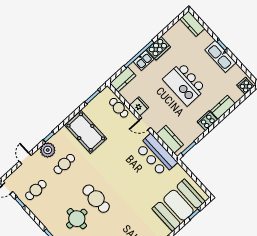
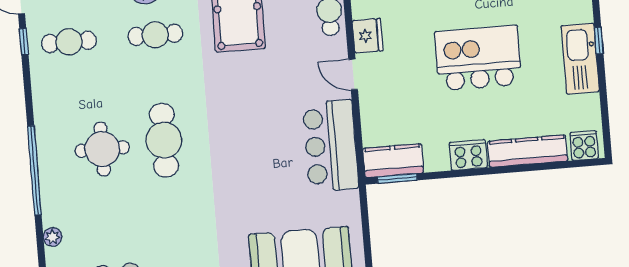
kitchen island: (184, 84) -> (478, 58), turned 90
kitchen counter: (223, 107) -> (528, 151), width x1.50
kitchen counter: (170, 139) -> (393, 161), moved, turned -90

